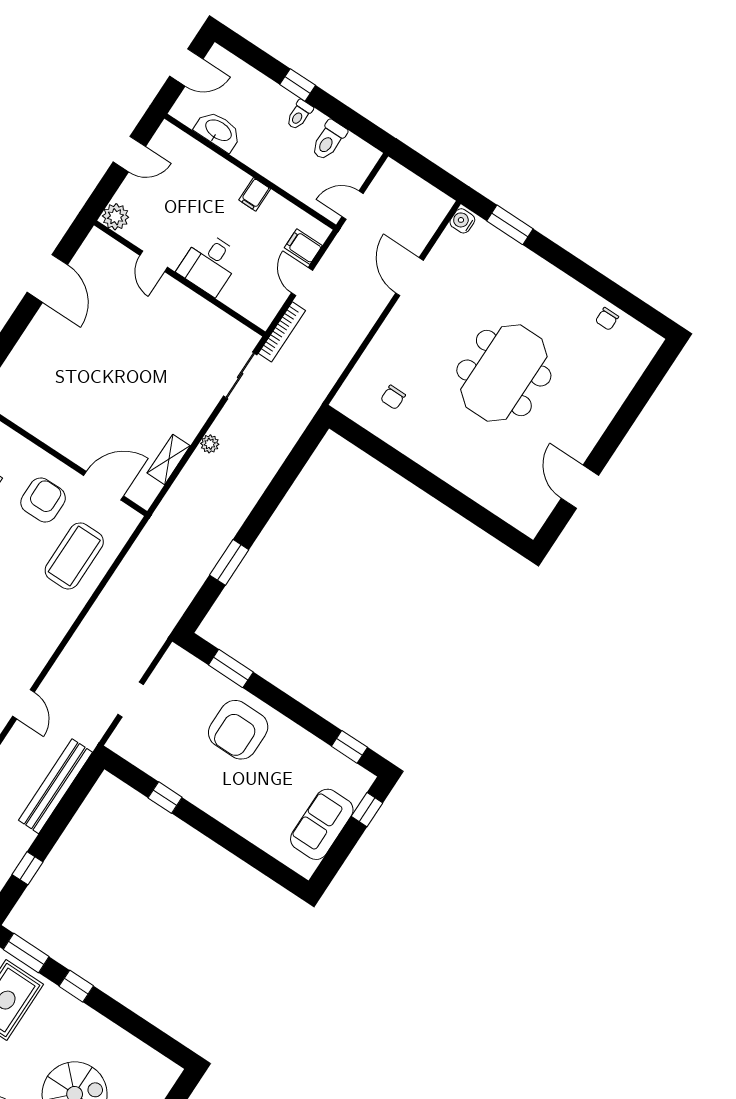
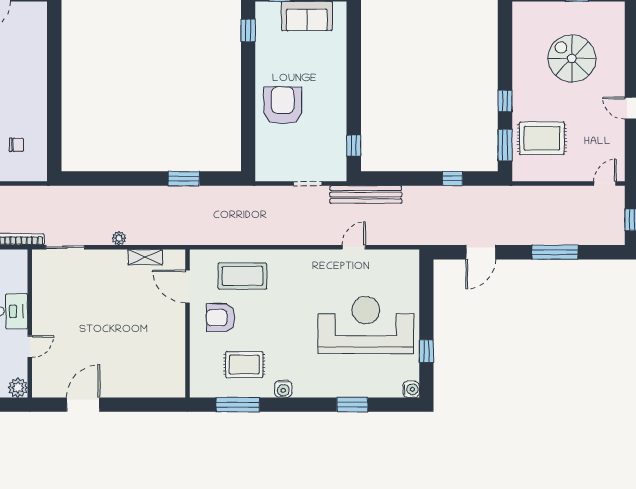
window: (231, 669) -> (248, 135), removed
armchair: (238, 730) -> (283, 105), turned -90
bench: (55, 786) -> (366, 195), moved
window: (165, 798) -> (354, 146), moved

